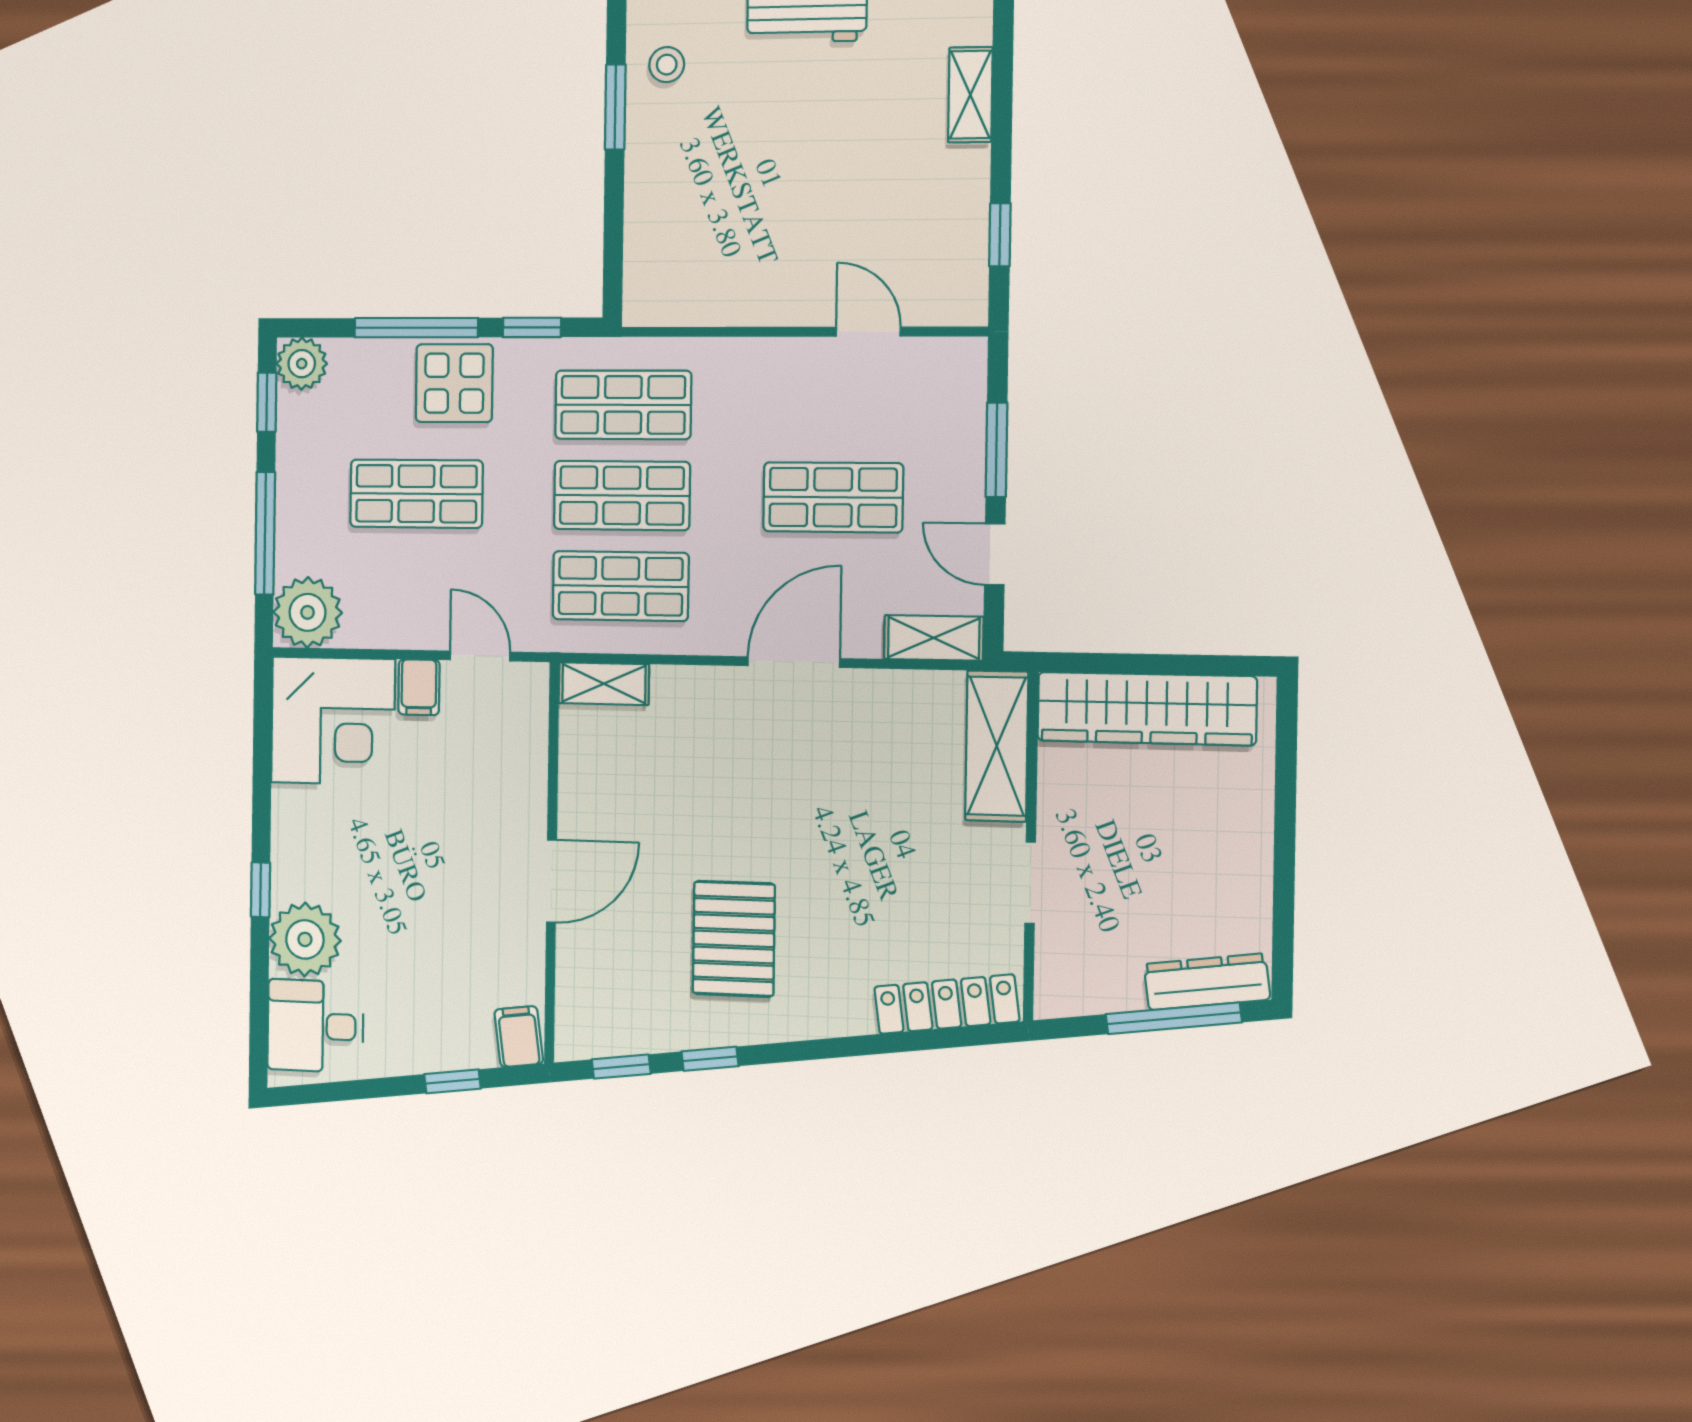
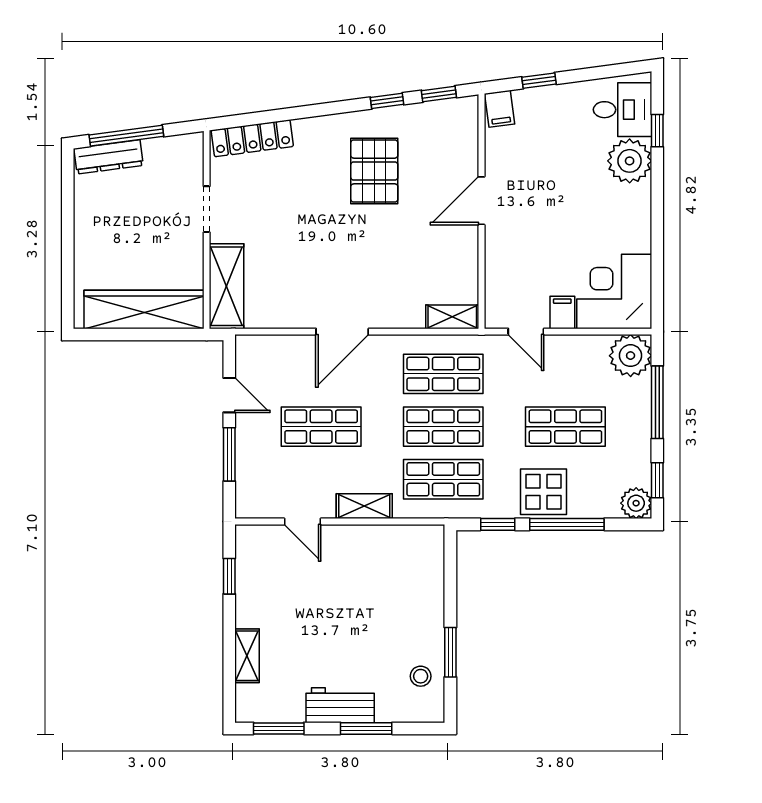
shelving: (934, 638) -> (364, 506), moved
window: (260, 890) -> (657, 131), moved

